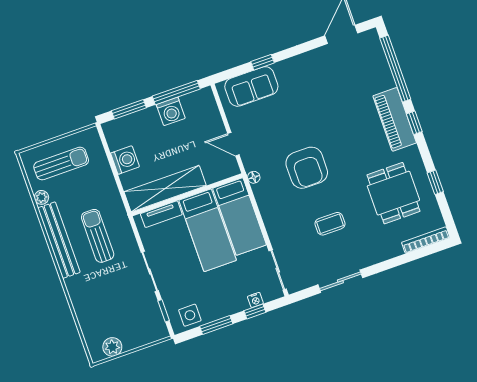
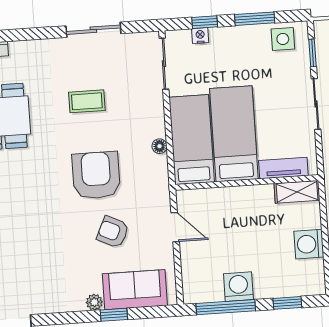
plant: (280, 68) -> (94, 302), added
window: (129, 109) -> (287, 303), width x0.67
armchair: (281, 127) -> (113, 232), added
floor lamp: (254, 177) -> (159, 146), moved
shelving: (165, 189) -> (297, 192), width x0.45, depth x0.75

